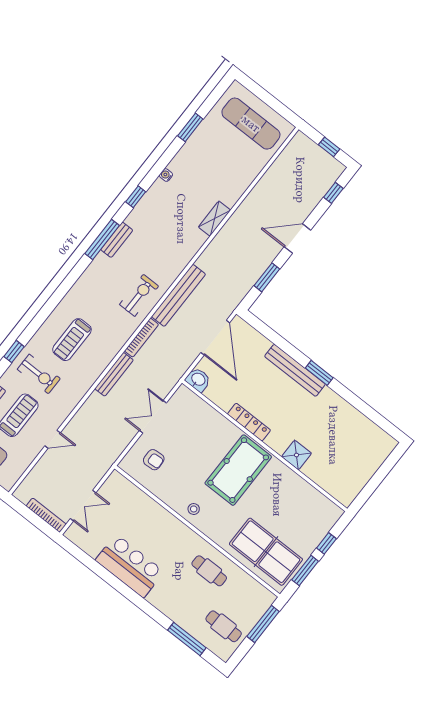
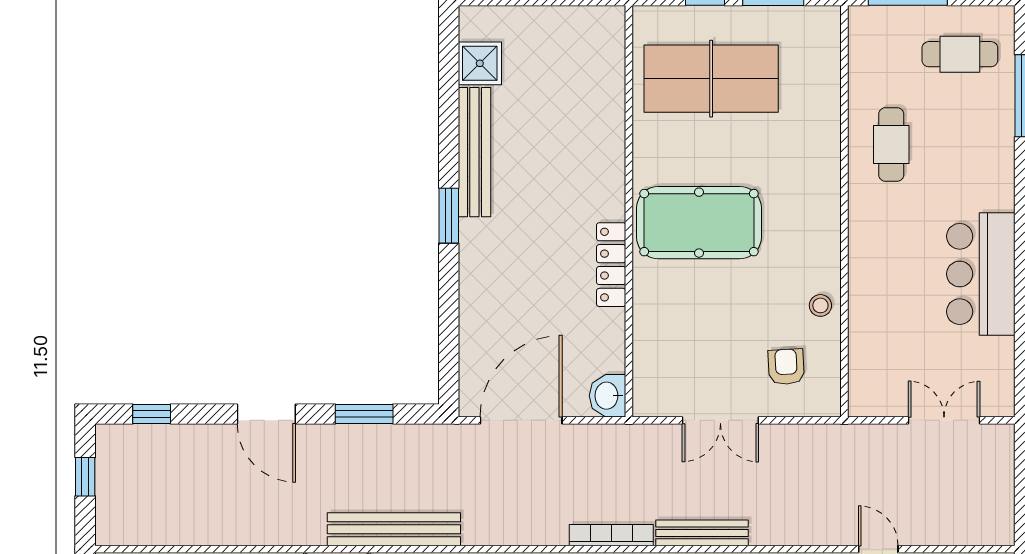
bench: (178, 295) -> (394, 529), moved
bench: (295, 370) -> (474, 152), moved
shower: (297, 455) -> (480, 63), moved
stool: (194, 509) -> (820, 305), moved
bookcase: (46, 515) -> (1004, 466), removed
table tennis table: (266, 552) -> (711, 79), moved, turned 90
cafe table: (224, 626) -> (960, 54), turned 90

